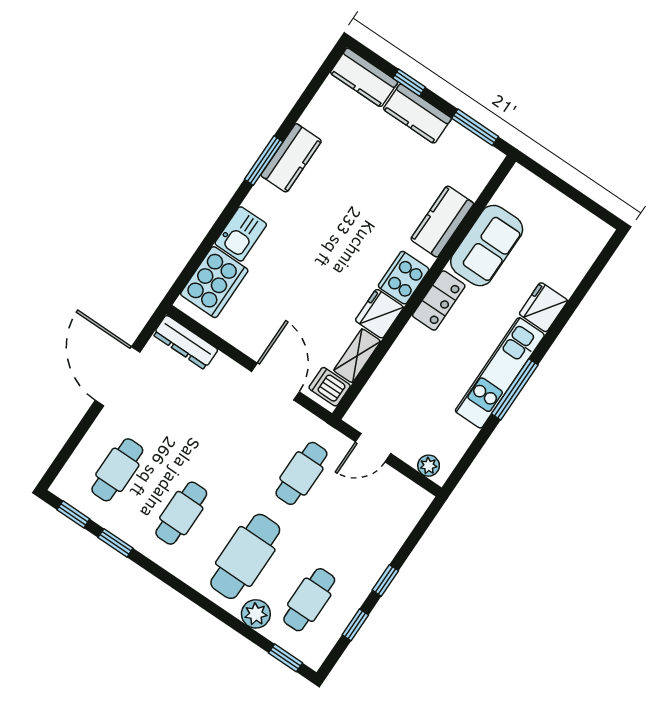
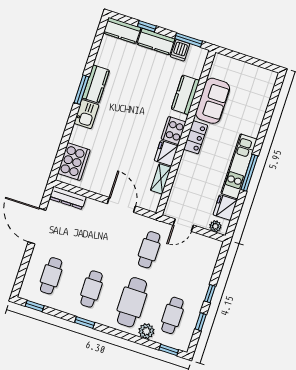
kitchen sink: (241, 234) -> (86, 114), moved
fridge: (543, 307) -> (225, 208), moved
dishwasher: (330, 387) -> (180, 50), moved, turned -90
window: (116, 543) -> (85, 322), moved

